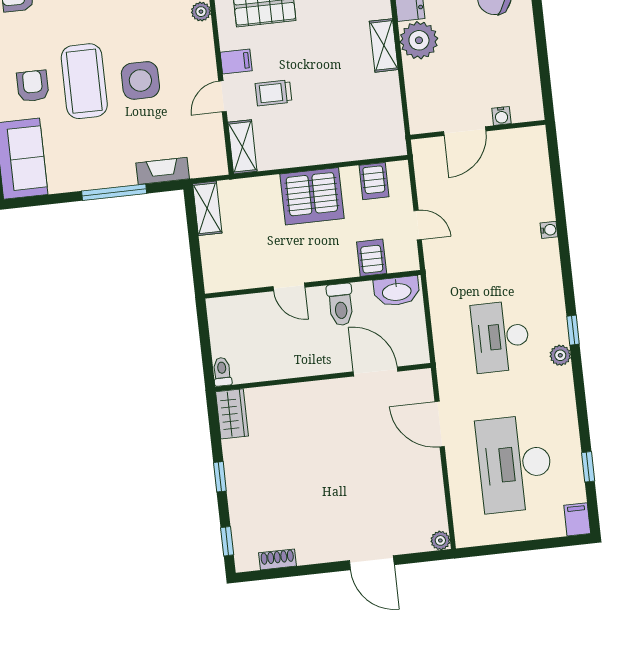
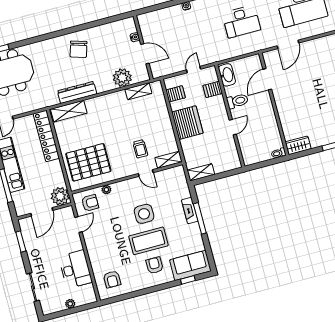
plant: (419, 40) -> (122, 78), moved
shelving: (384, 45) -> (138, 91), moved
filing cabinet: (236, 61) -> (128, 169), removed
armchair: (33, 86) -> (155, 265), turned 90
fireplace: (163, 171) -> (190, 211), moved

